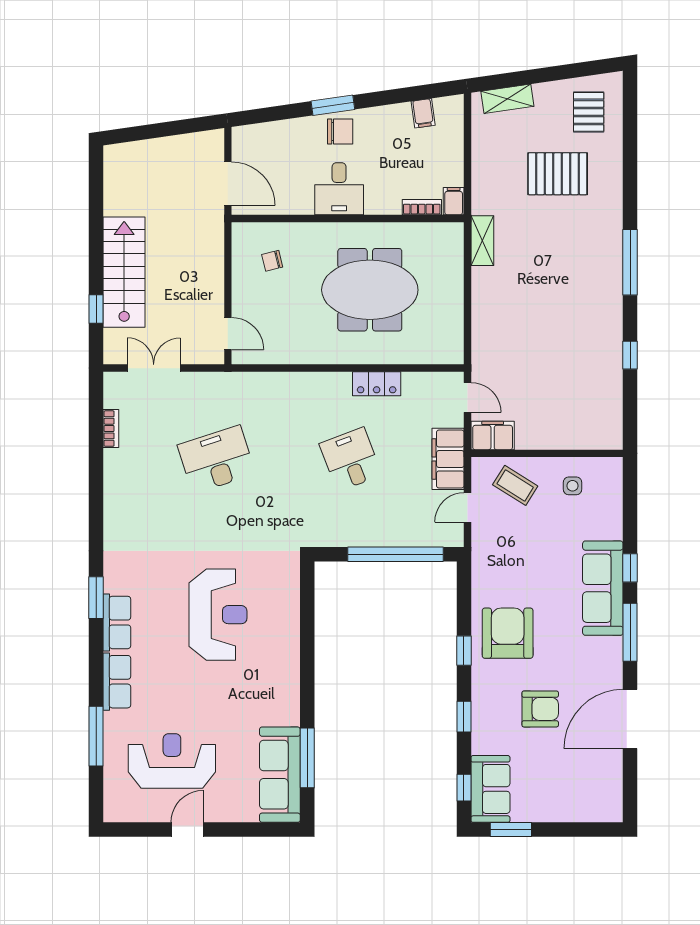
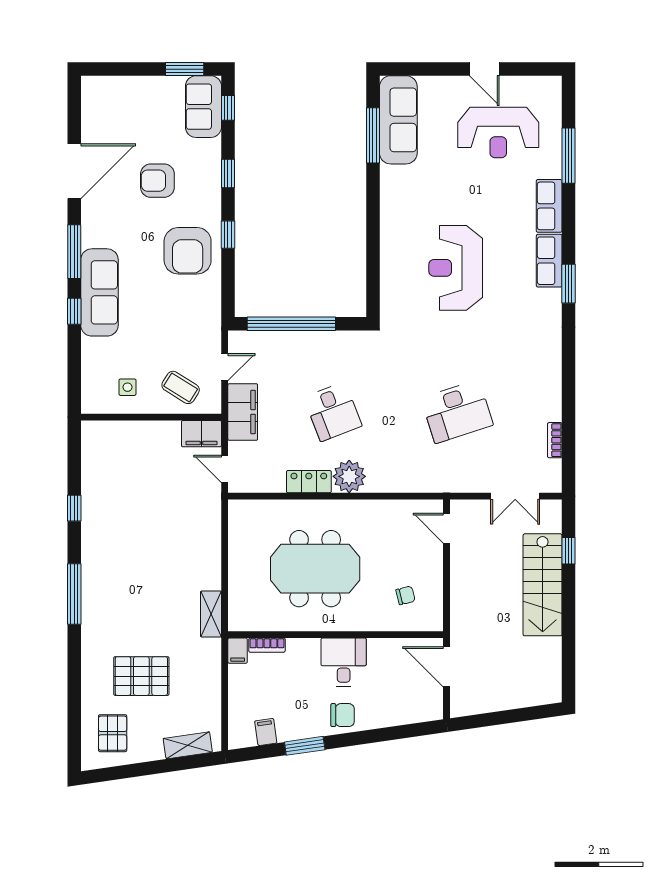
window: (333, 105) -> (305, 746), moved
chair: (340, 132) -> (343, 715), turned 180
plant: (333, 389) -> (349, 476), added
door: (187, 830) -> (484, 69), hinge flipped

